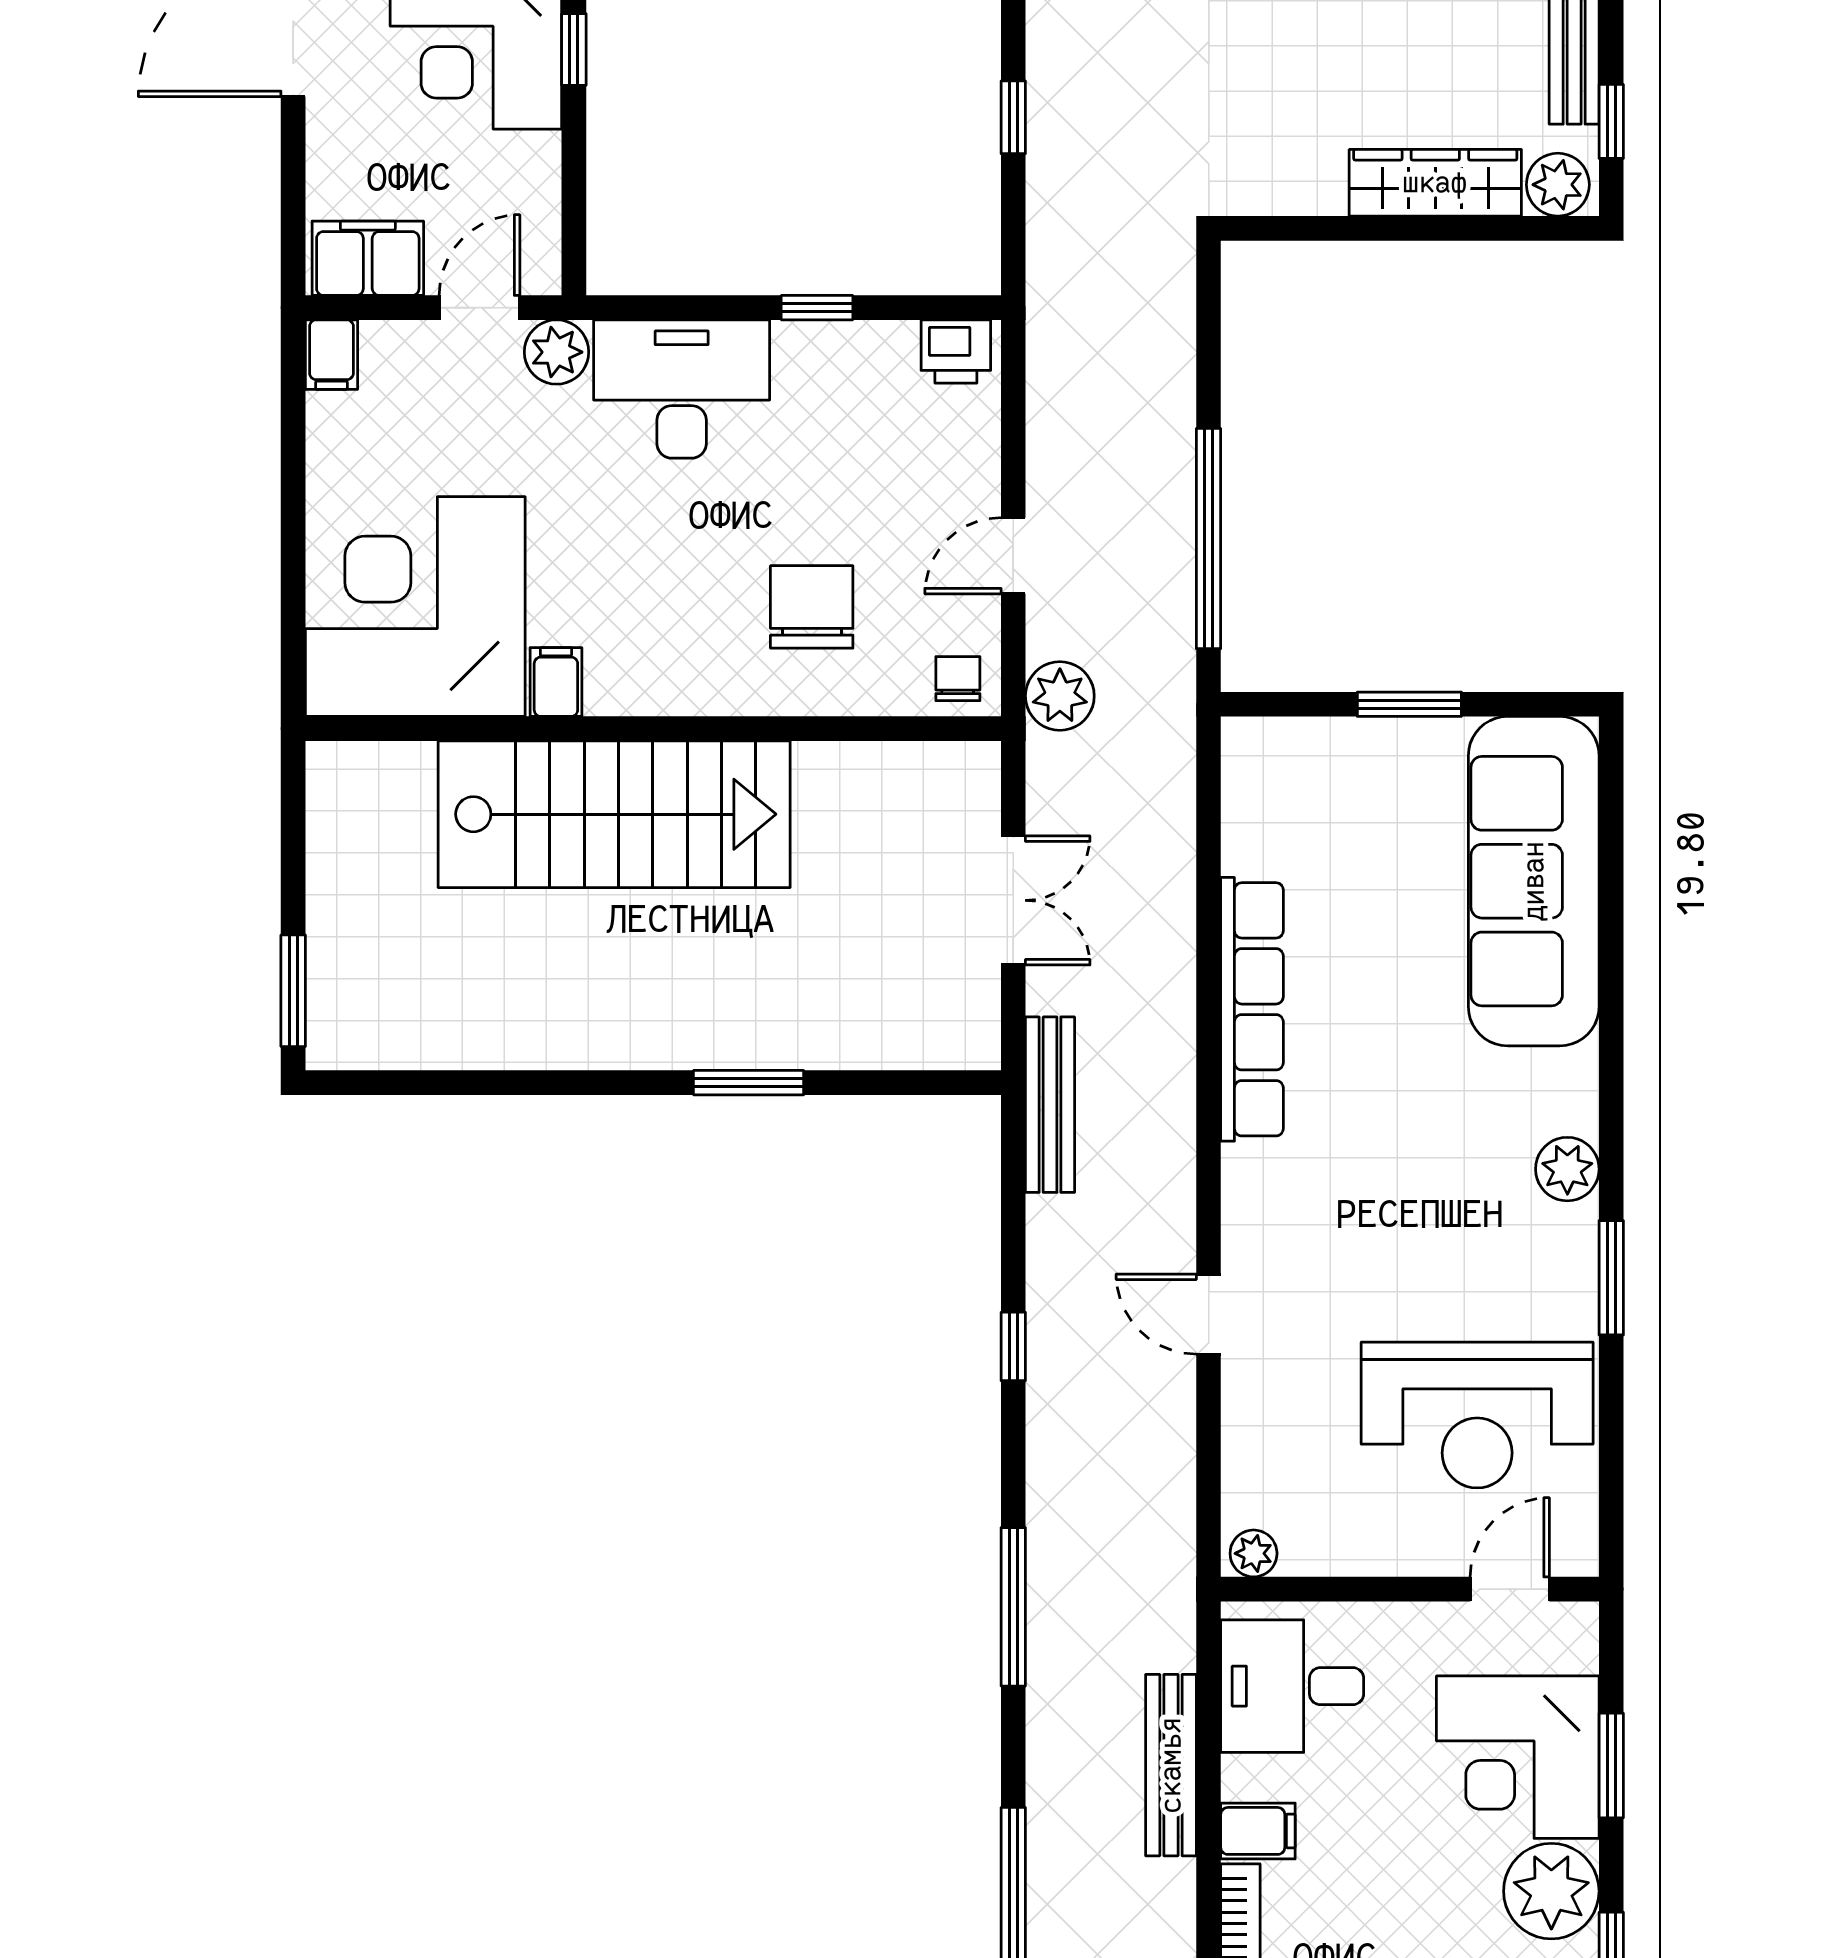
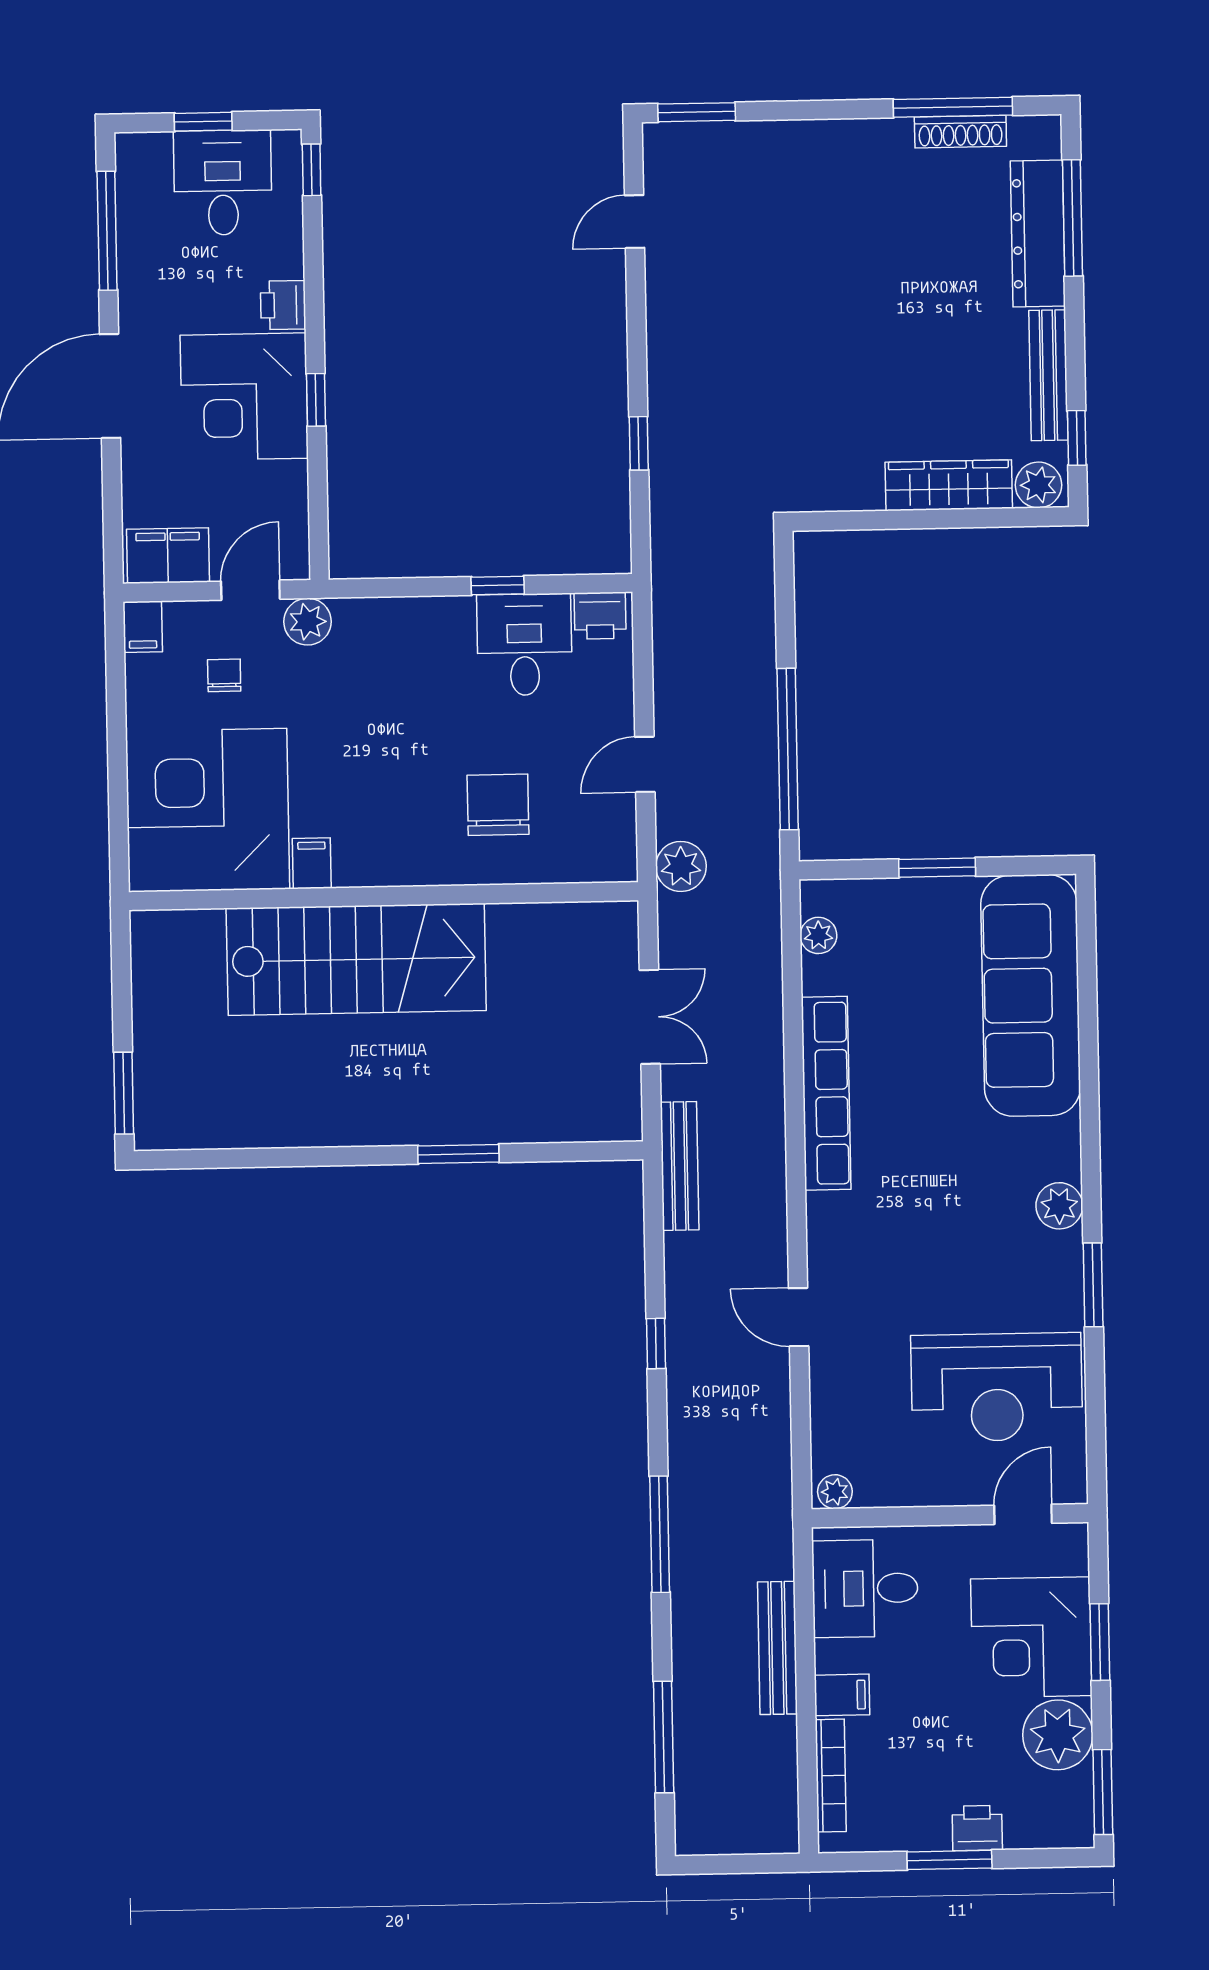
desk: (682, 389) -> (524, 645), moved, width x0.73
chair: (958, 679) -> (224, 675), moved
plant: (1246, 794) -> (818, 935), added

